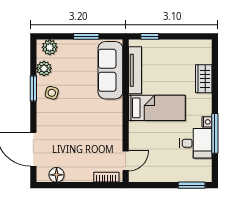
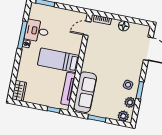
wardrobe: (204, 79) -> (19, 91), moved
floor lamp: (57, 175) -> (124, 26), moved

